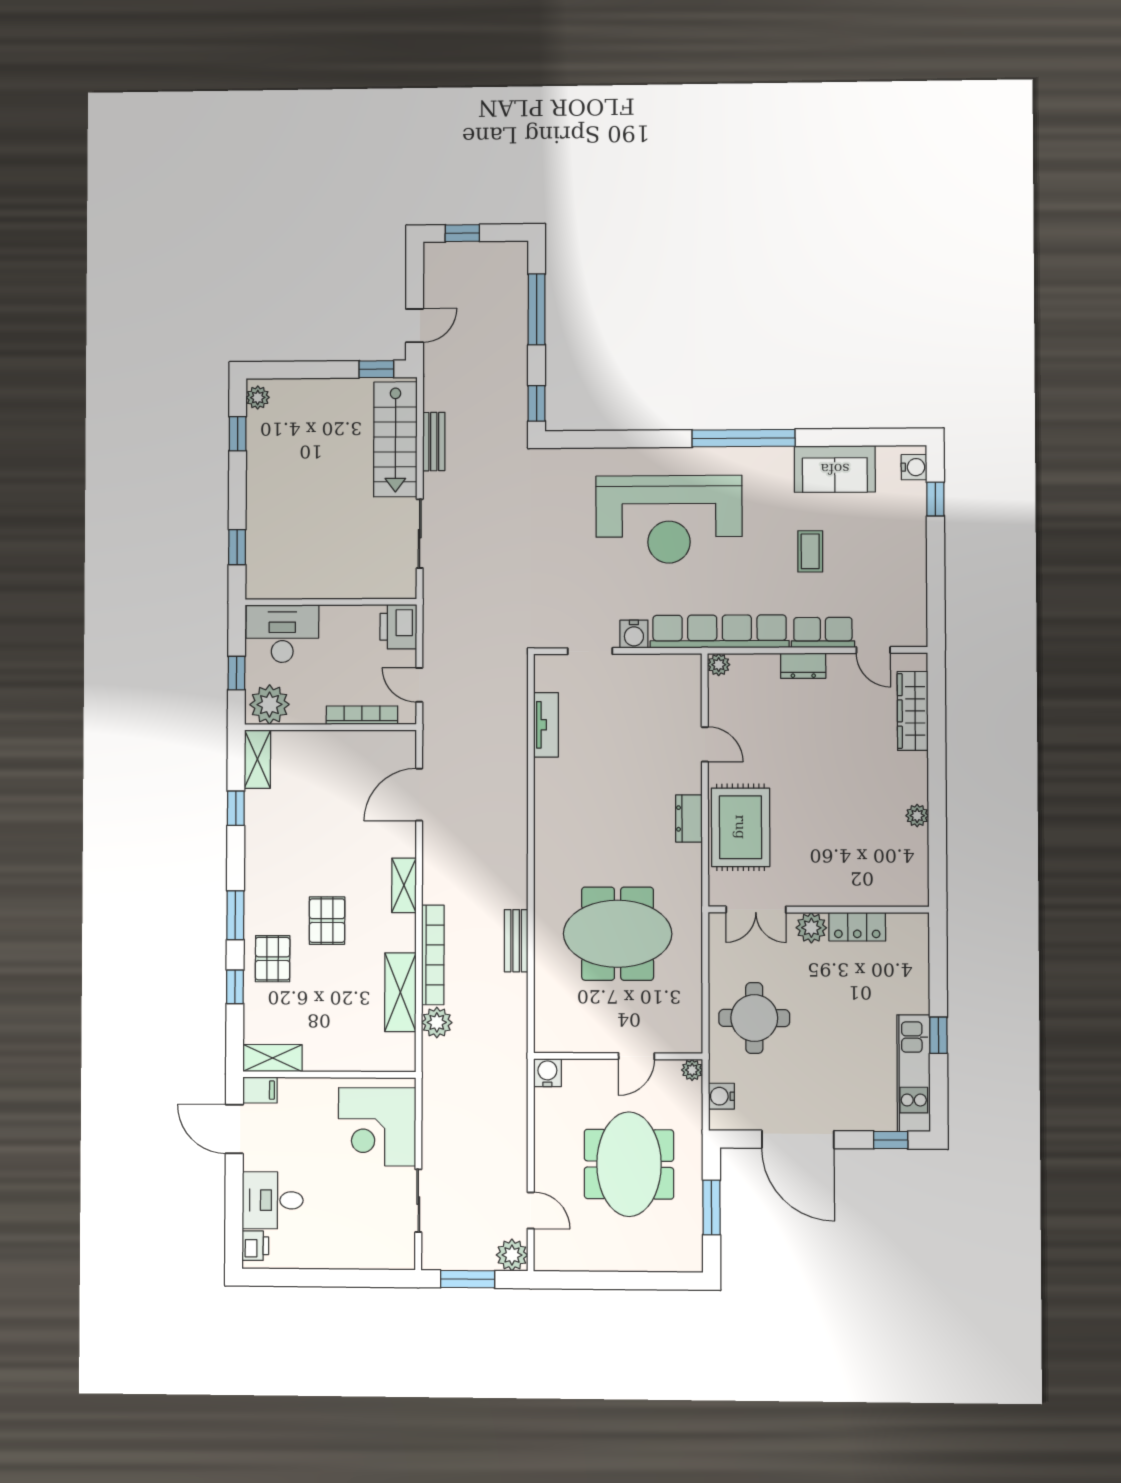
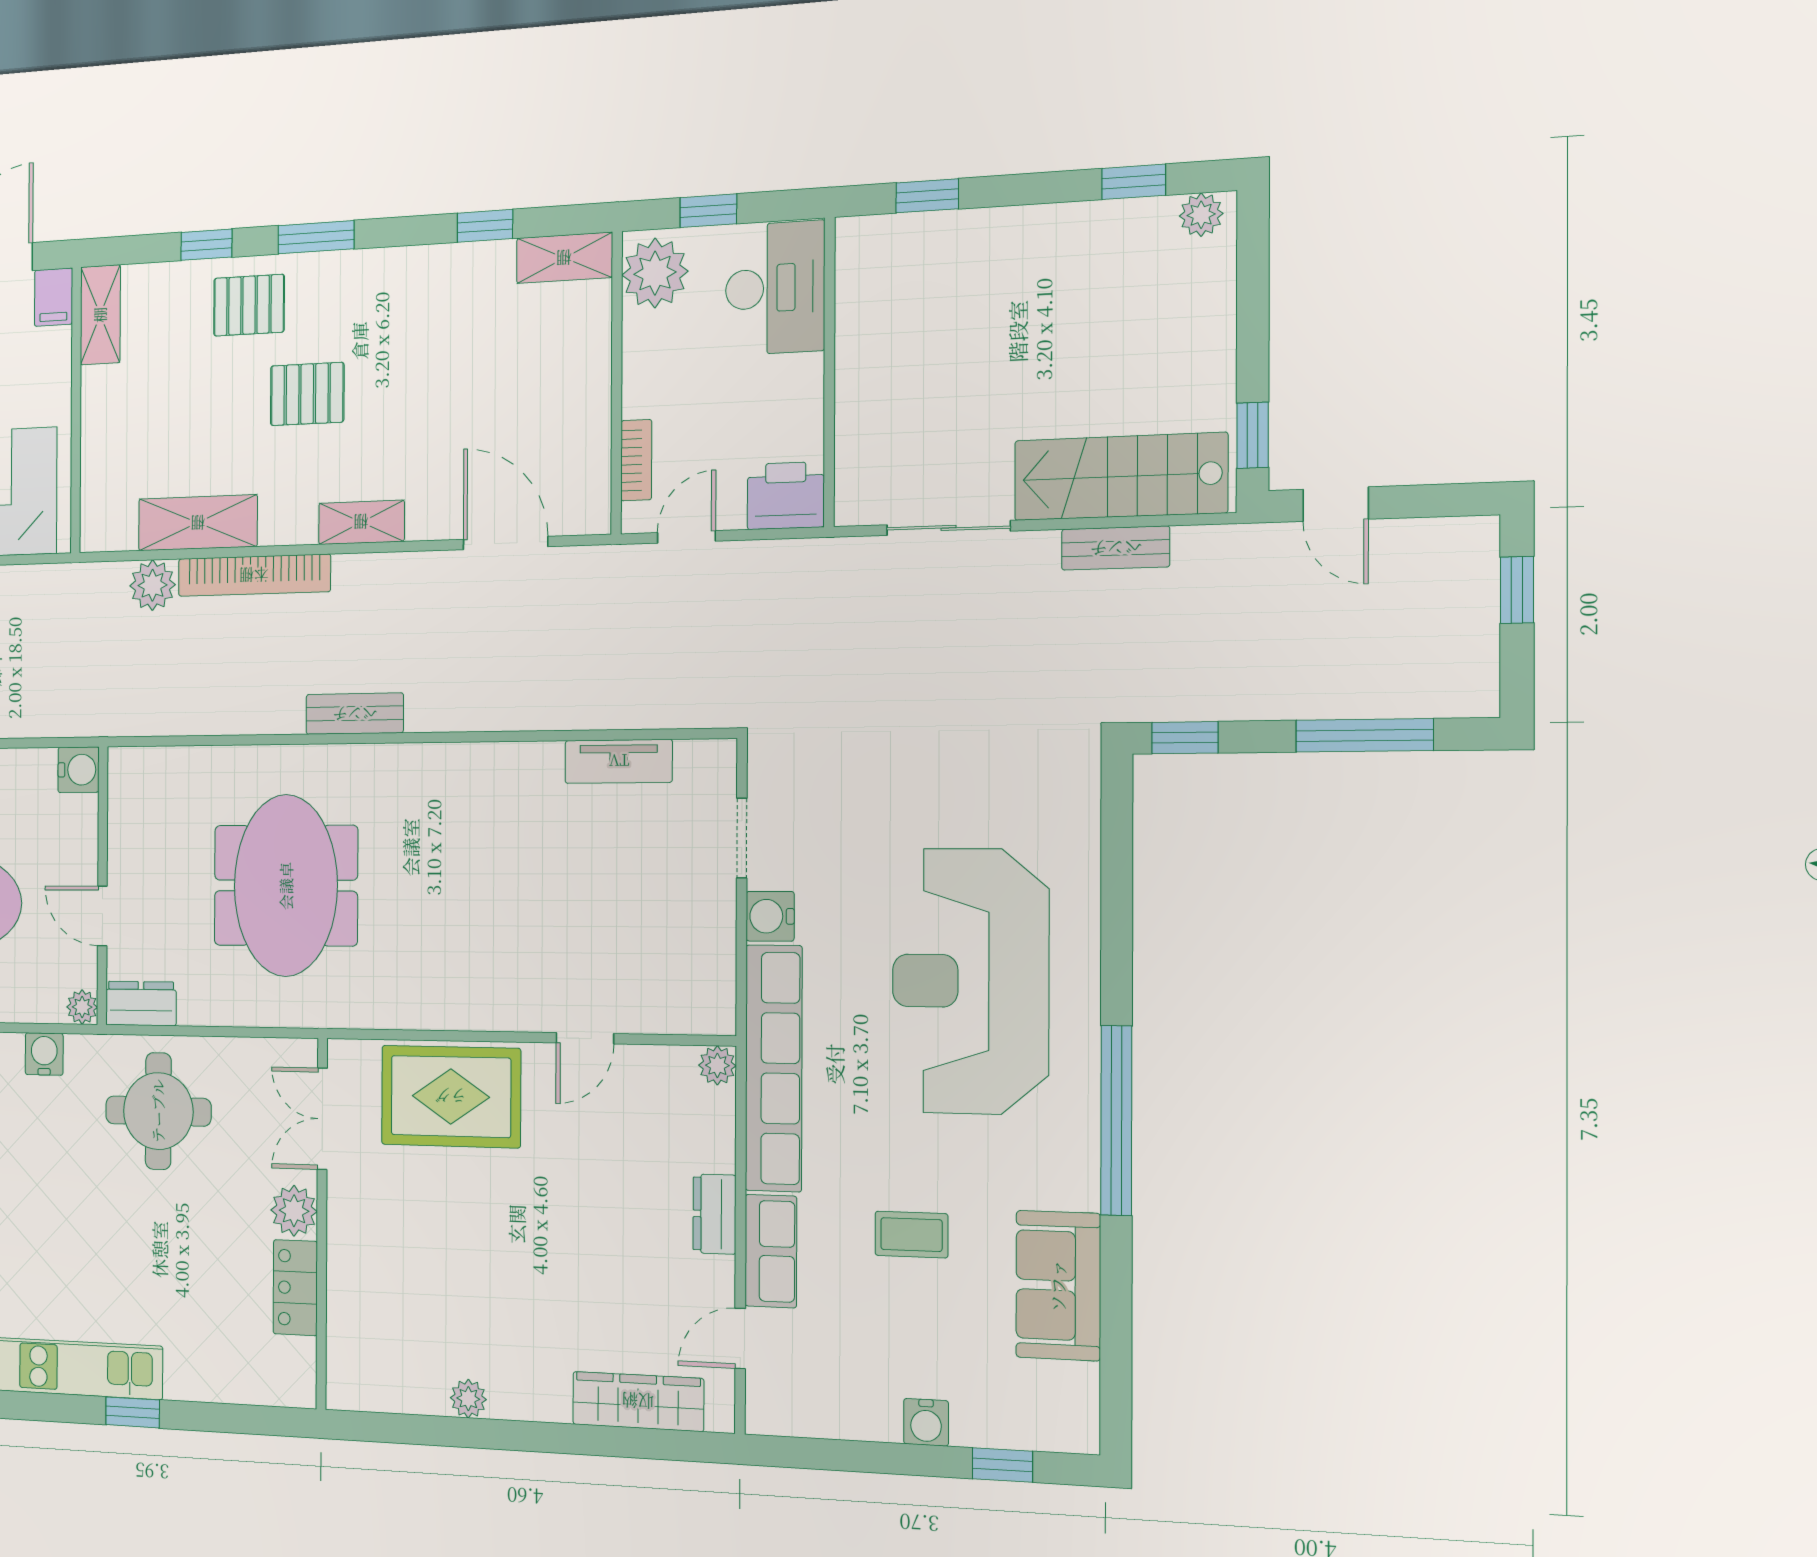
water cooler: (914, 467) -> (926, 1422), moved
bookcase: (362, 715) -> (636, 460), width x0.64
dresser: (689, 818) -> (141, 1003), moved
bench: (516, 941) -> (355, 714), moved

